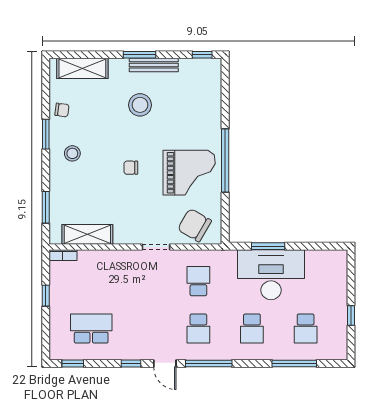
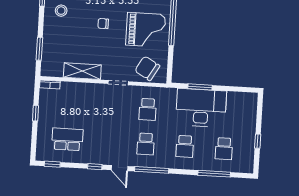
shelving: (87, 234) -> (82, 71), moved
school desk: (198, 281) -> (148, 109), turned 180

